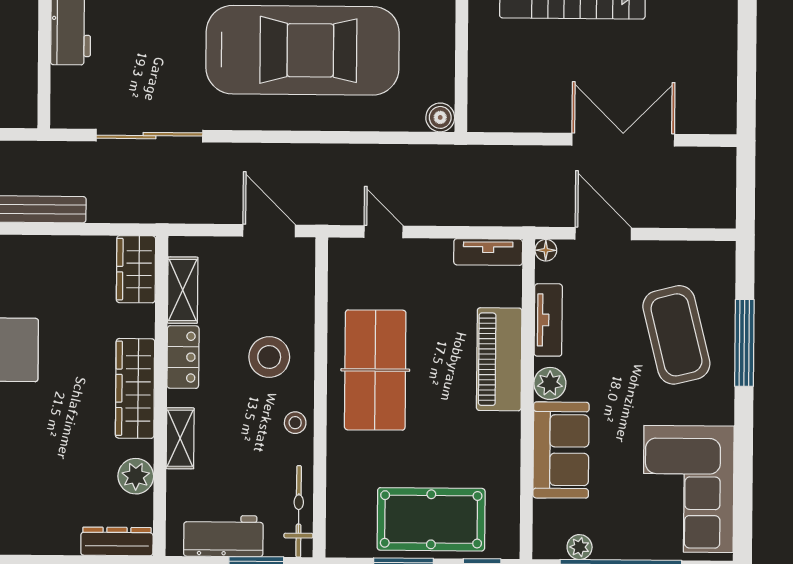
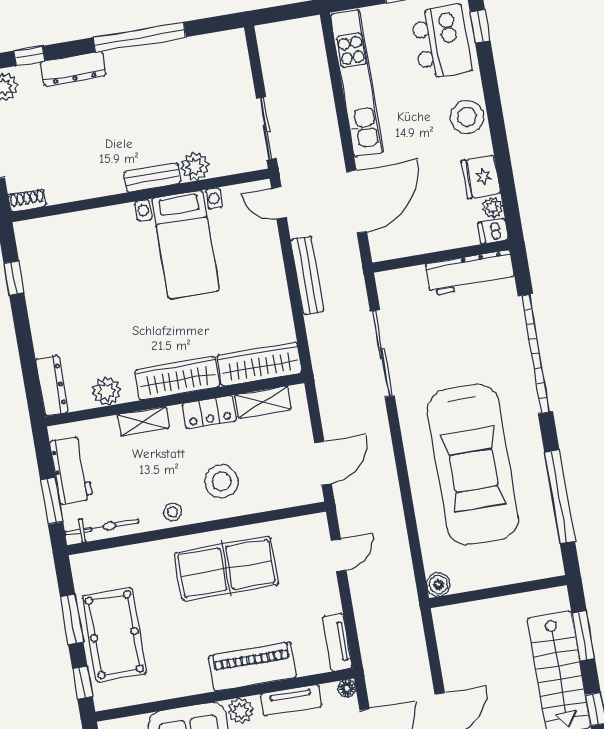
wardrobe: (136, 269) -> (260, 364), width x1.50

